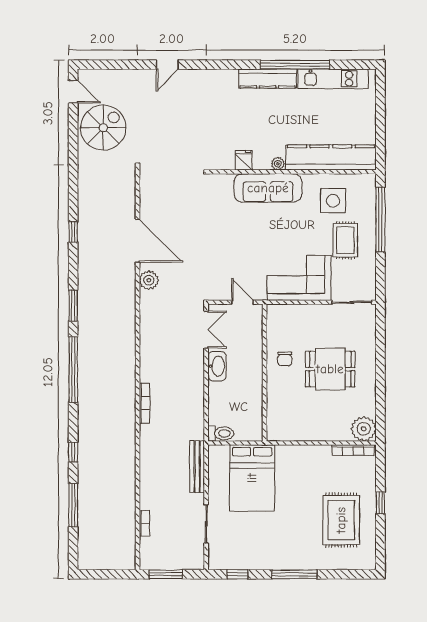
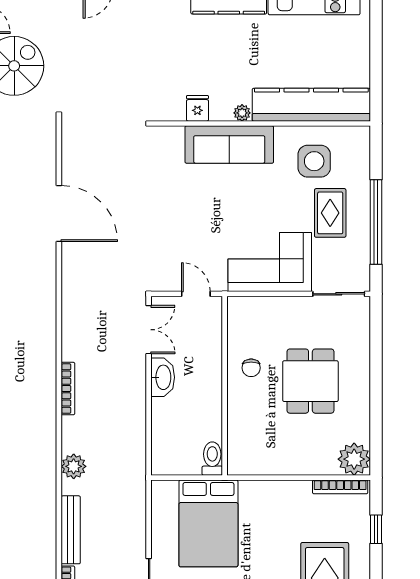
window: (380, 220) -> (376, 222), moved
plant: (149, 280) -> (74, 466), moved
dining table: (330, 369) -> (310, 381), turned 90
bookcase: (144, 403) -> (68, 389), moved
toilet: (221, 433) -> (212, 459), moved, turned -90
bench: (197, 467) -> (71, 530), moved
window: (380, 503) -> (376, 529), moved

